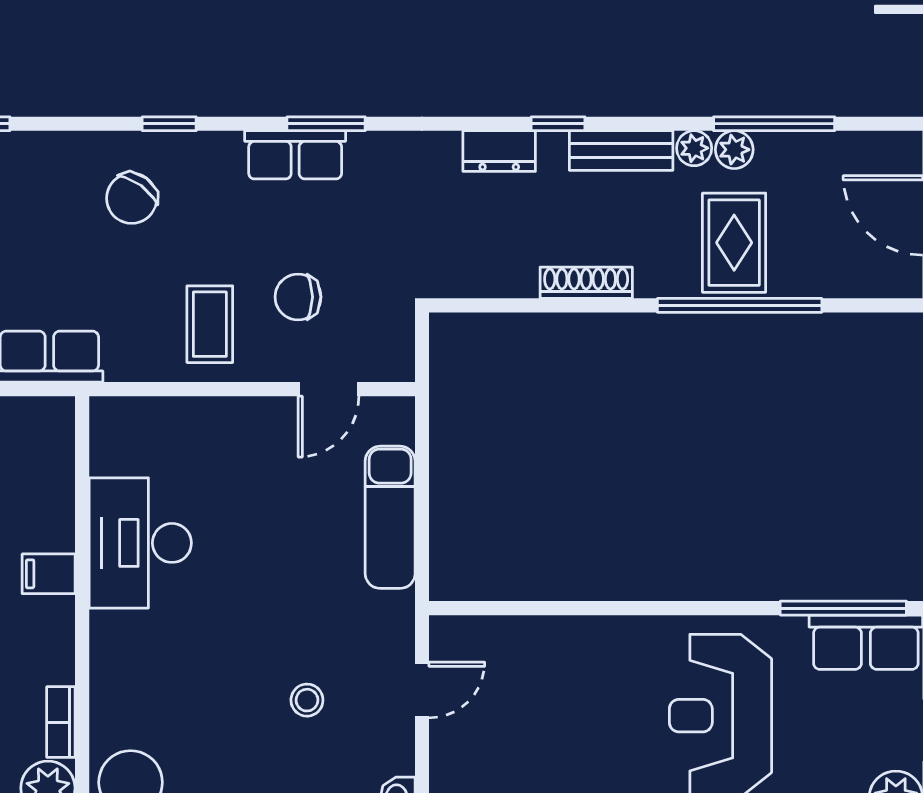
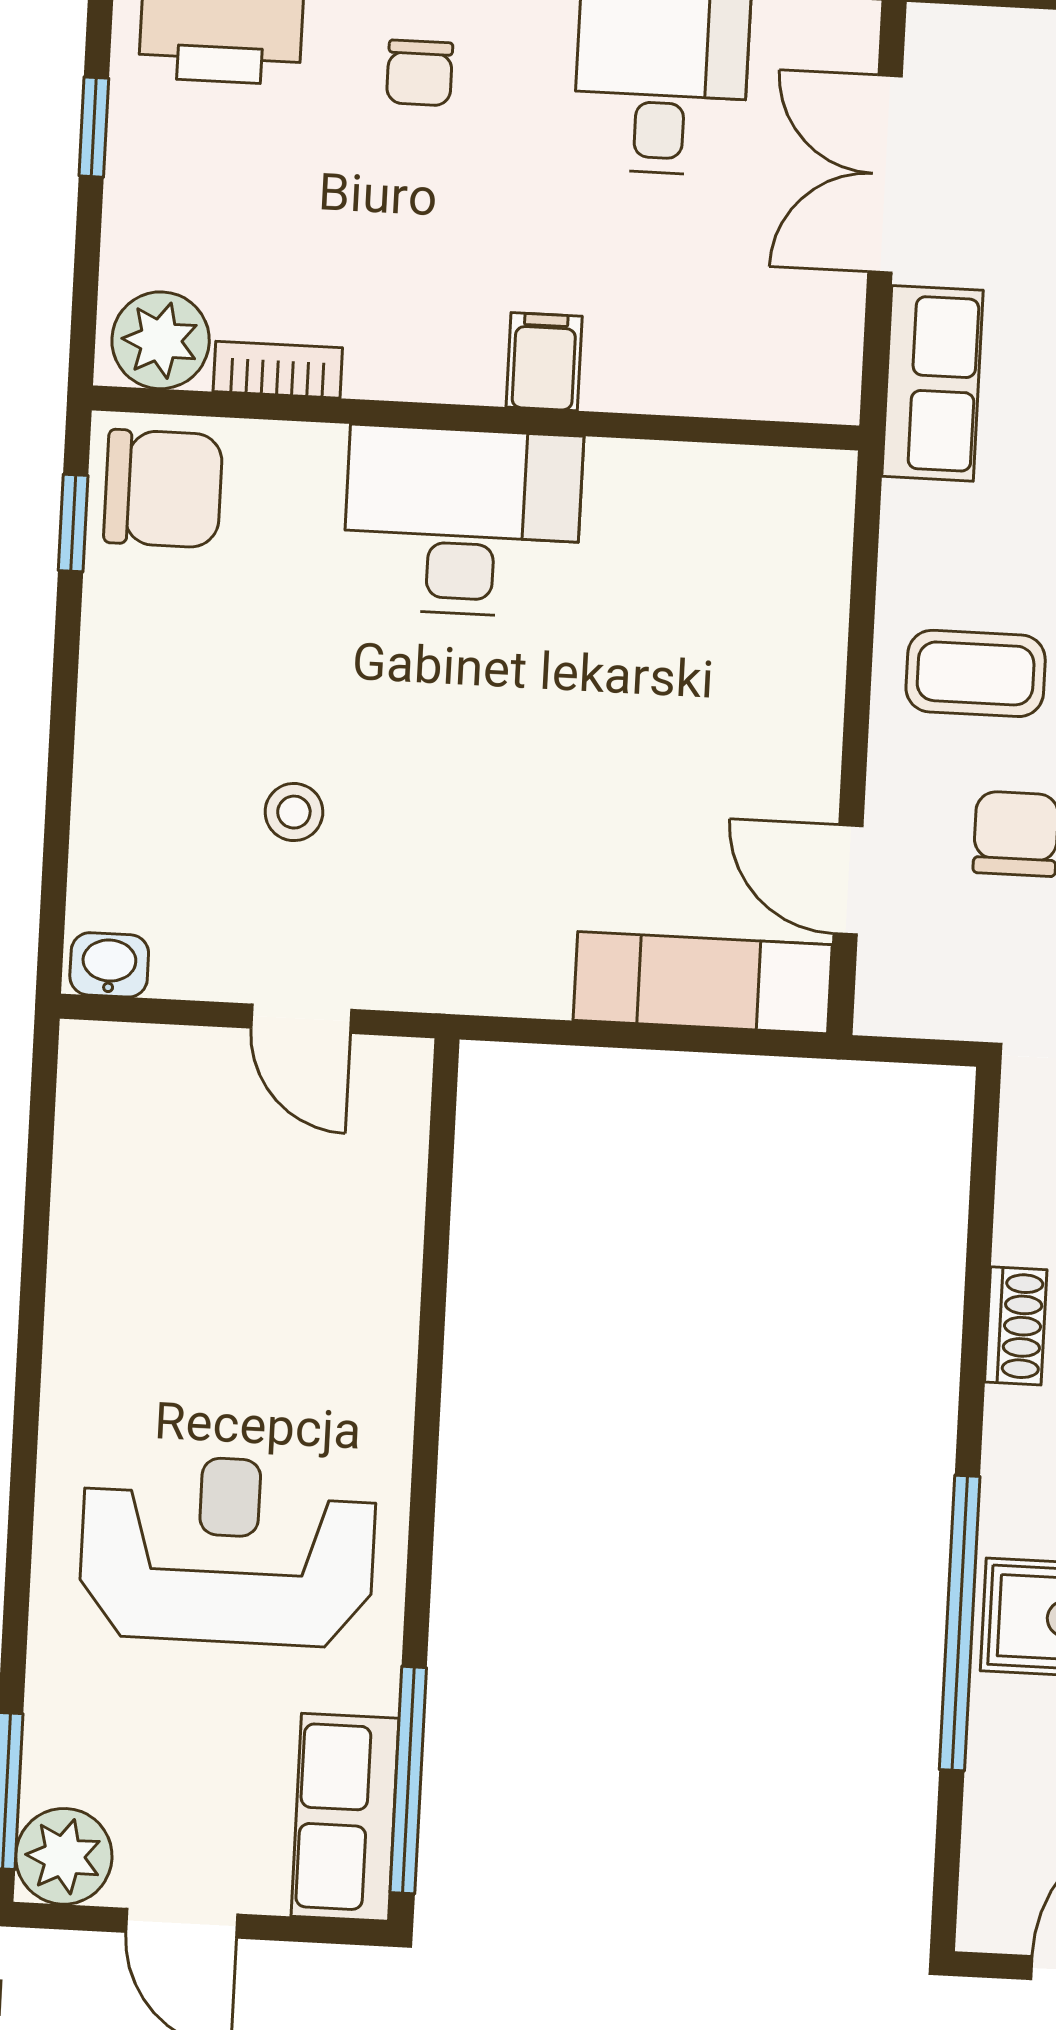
shoe rack: (586, 283) -> (1016, 1326), width x0.70
exam couch: (390, 517) -> (703, 983), moved
desk: (140, 543) -> (462, 522), moved

